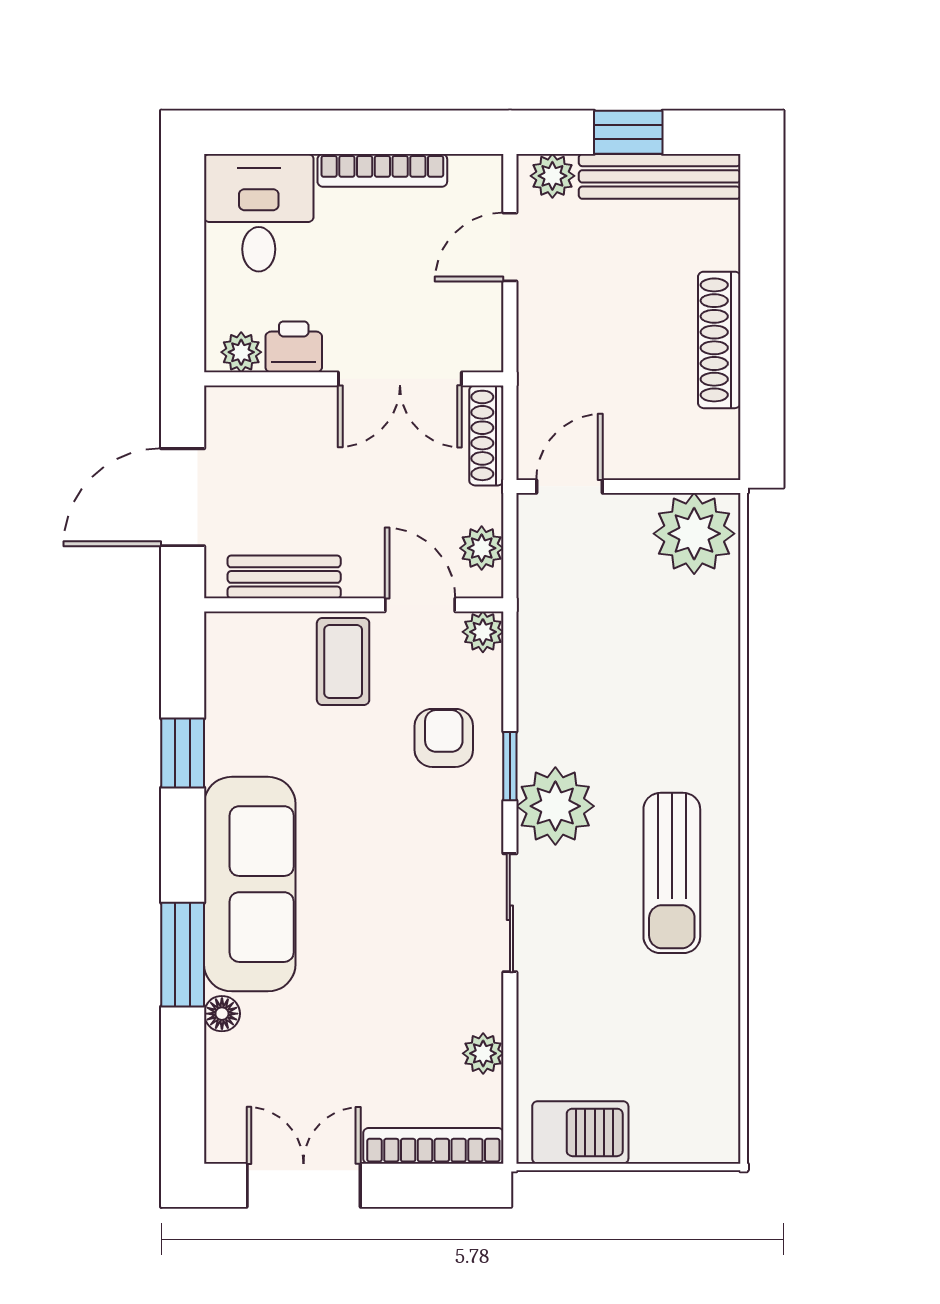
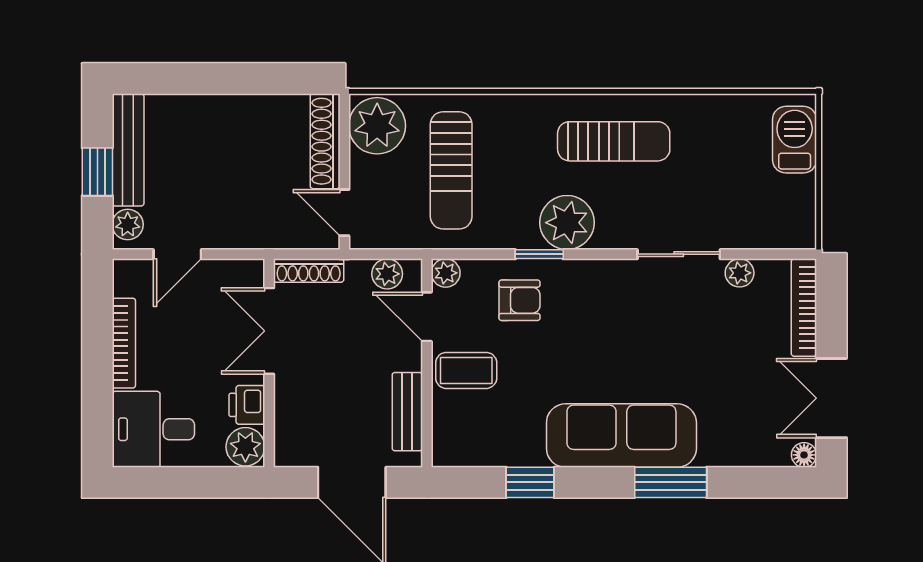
door: (510, 247) -> (177, 254), hinge flipped
shoe rack: (719, 340) -> (325, 141), moved, turned 90
plant: (241, 352) -> (245, 447), width x1.38, depth x1.38
double door: (400, 379) -> (269, 331), swing flipped
door: (420, 605) -> (427, 317), hinge flipped
sun lounger: (630, 640) -> (451, 170), added
armchair: (444, 738) -> (520, 300), turned 180
sliding door: (510, 913) -> (679, 254), moved
floor lamp: (222, 1014) -> (804, 455), moved
barbecue: (580, 1132) -> (795, 140), moved

